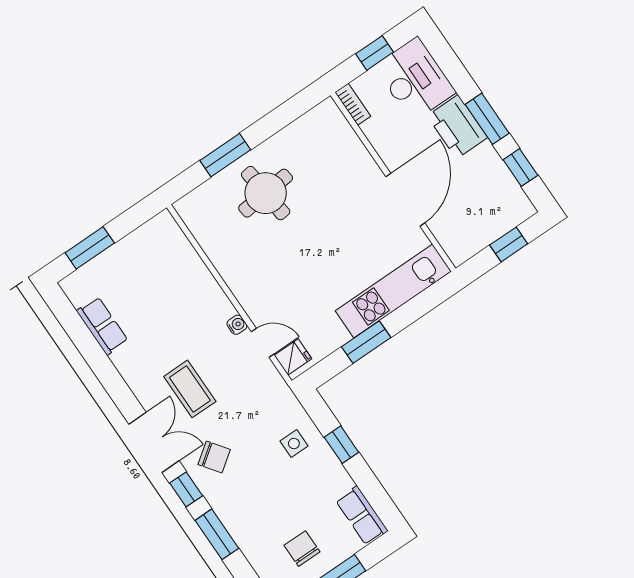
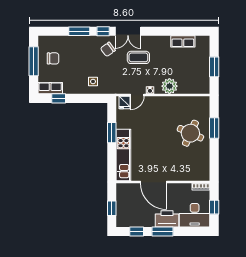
round table: (266, 193) -> (190, 133), turned 30
window: (90, 248) -> (214, 67), moved
plant: (204, 293) -> (169, 86), added
window: (341, 445) -> (59, 98), moved

